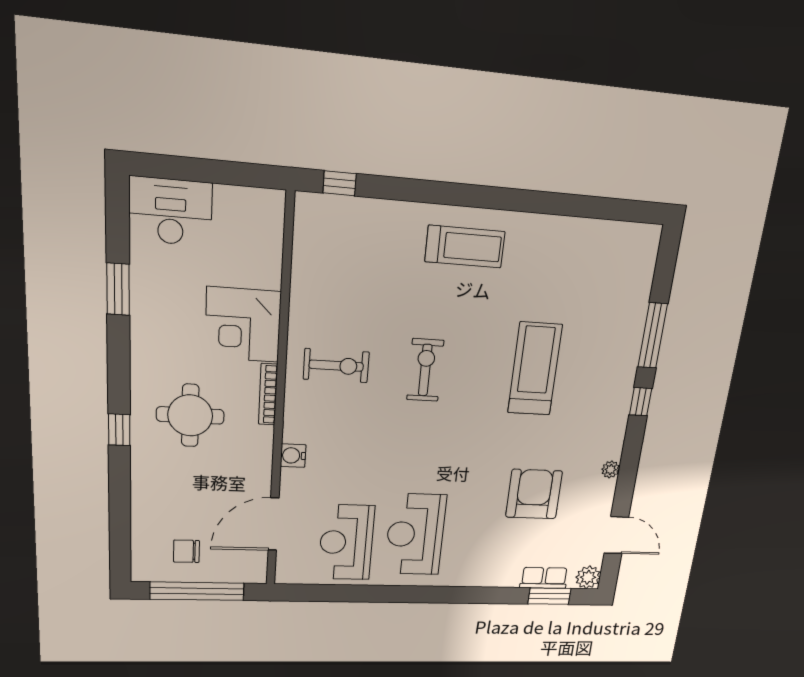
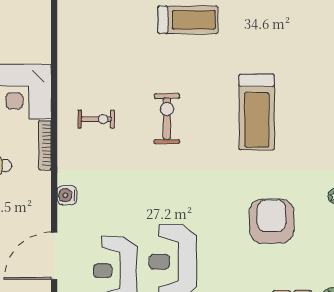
exercise bike: (336, 366) -> (96, 119), width x0.73, depth x0.72
treadmill: (535, 369) -> (257, 112), turned 180

